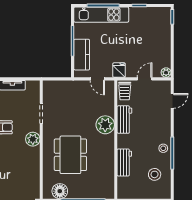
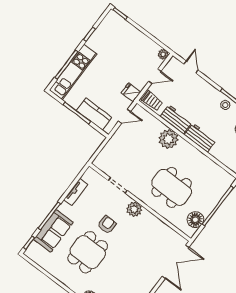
door: (145, 79) -> (155, 76), swing flipped
workbench: (124, 162) -> (200, 138), moved

